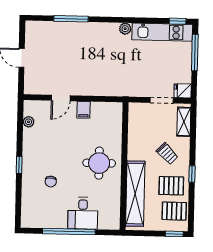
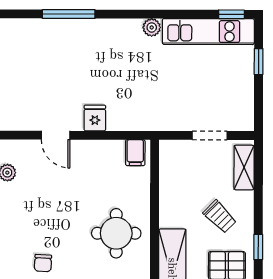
window: (195, 53) -> (259, 62), width x0.46
fridge: (183, 91) -> (95, 118), moved, turned 90
door: (61, 98) -> (56, 135), hinge flipped
filing cabinet: (84, 110) -> (135, 153), moved

